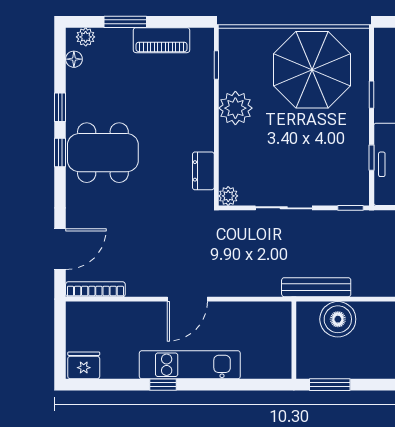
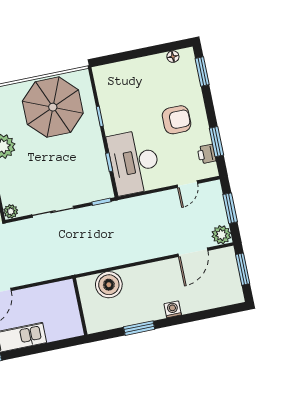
bench: (316, 287) -> (88, 265), removed
window: (330, 385) -> (139, 328), moved

